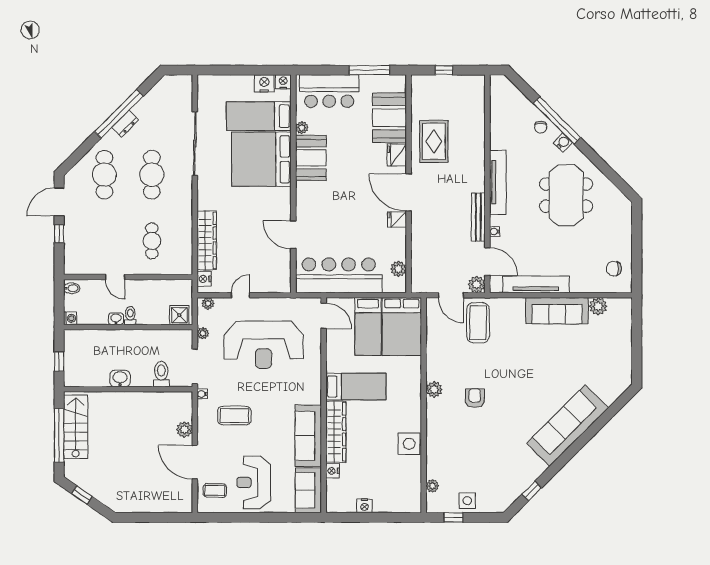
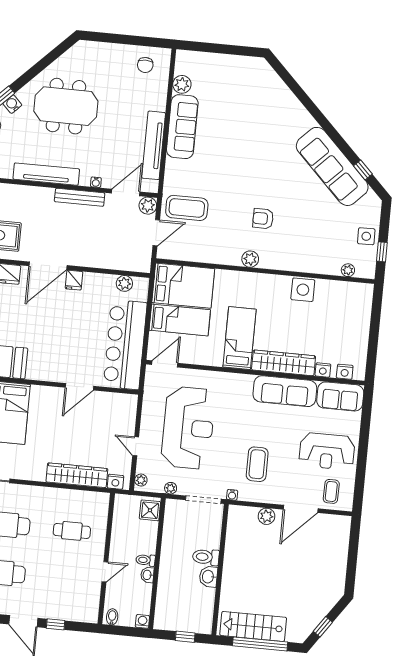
toilet: (161, 374) -> (206, 557), moved
sofa: (568, 426) -> (332, 166), moved
nightstand: (365, 506) -> (345, 372), moved, turned 90

